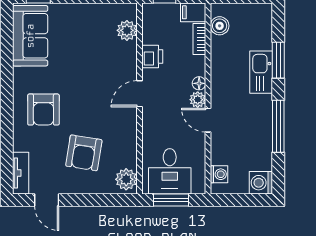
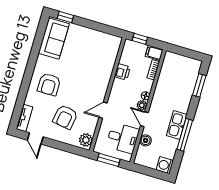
boiler: (220, 26) -> (146, 140), moved
plant: (127, 30) -> (112, 52), removed
window: (278, 60) -> (199, 85), moved
kitchen sink: (261, 72) -> (177, 125), moved
door: (139, 94) -> (103, 110), moved
desk: (170, 171) -> (123, 138), moved, turned -90
washing machine: (219, 174) -> (141, 153), removed

